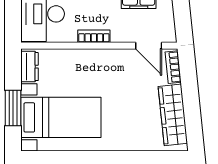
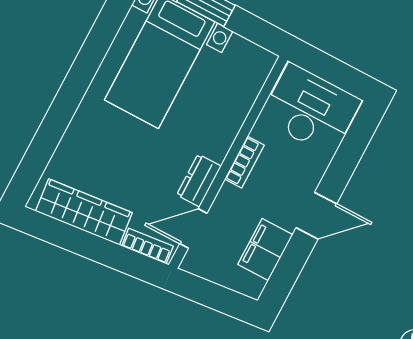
dresser: (30, 67) -> (199, 181), moved, turned 90

